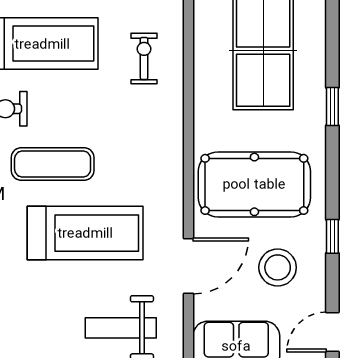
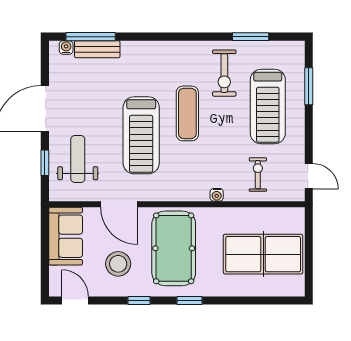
exercise bike: (144, 58) -> (258, 175), turned -90
window: (332, 107) -> (189, 300), moved
water cooler: (174, 120) -> (217, 195), added

